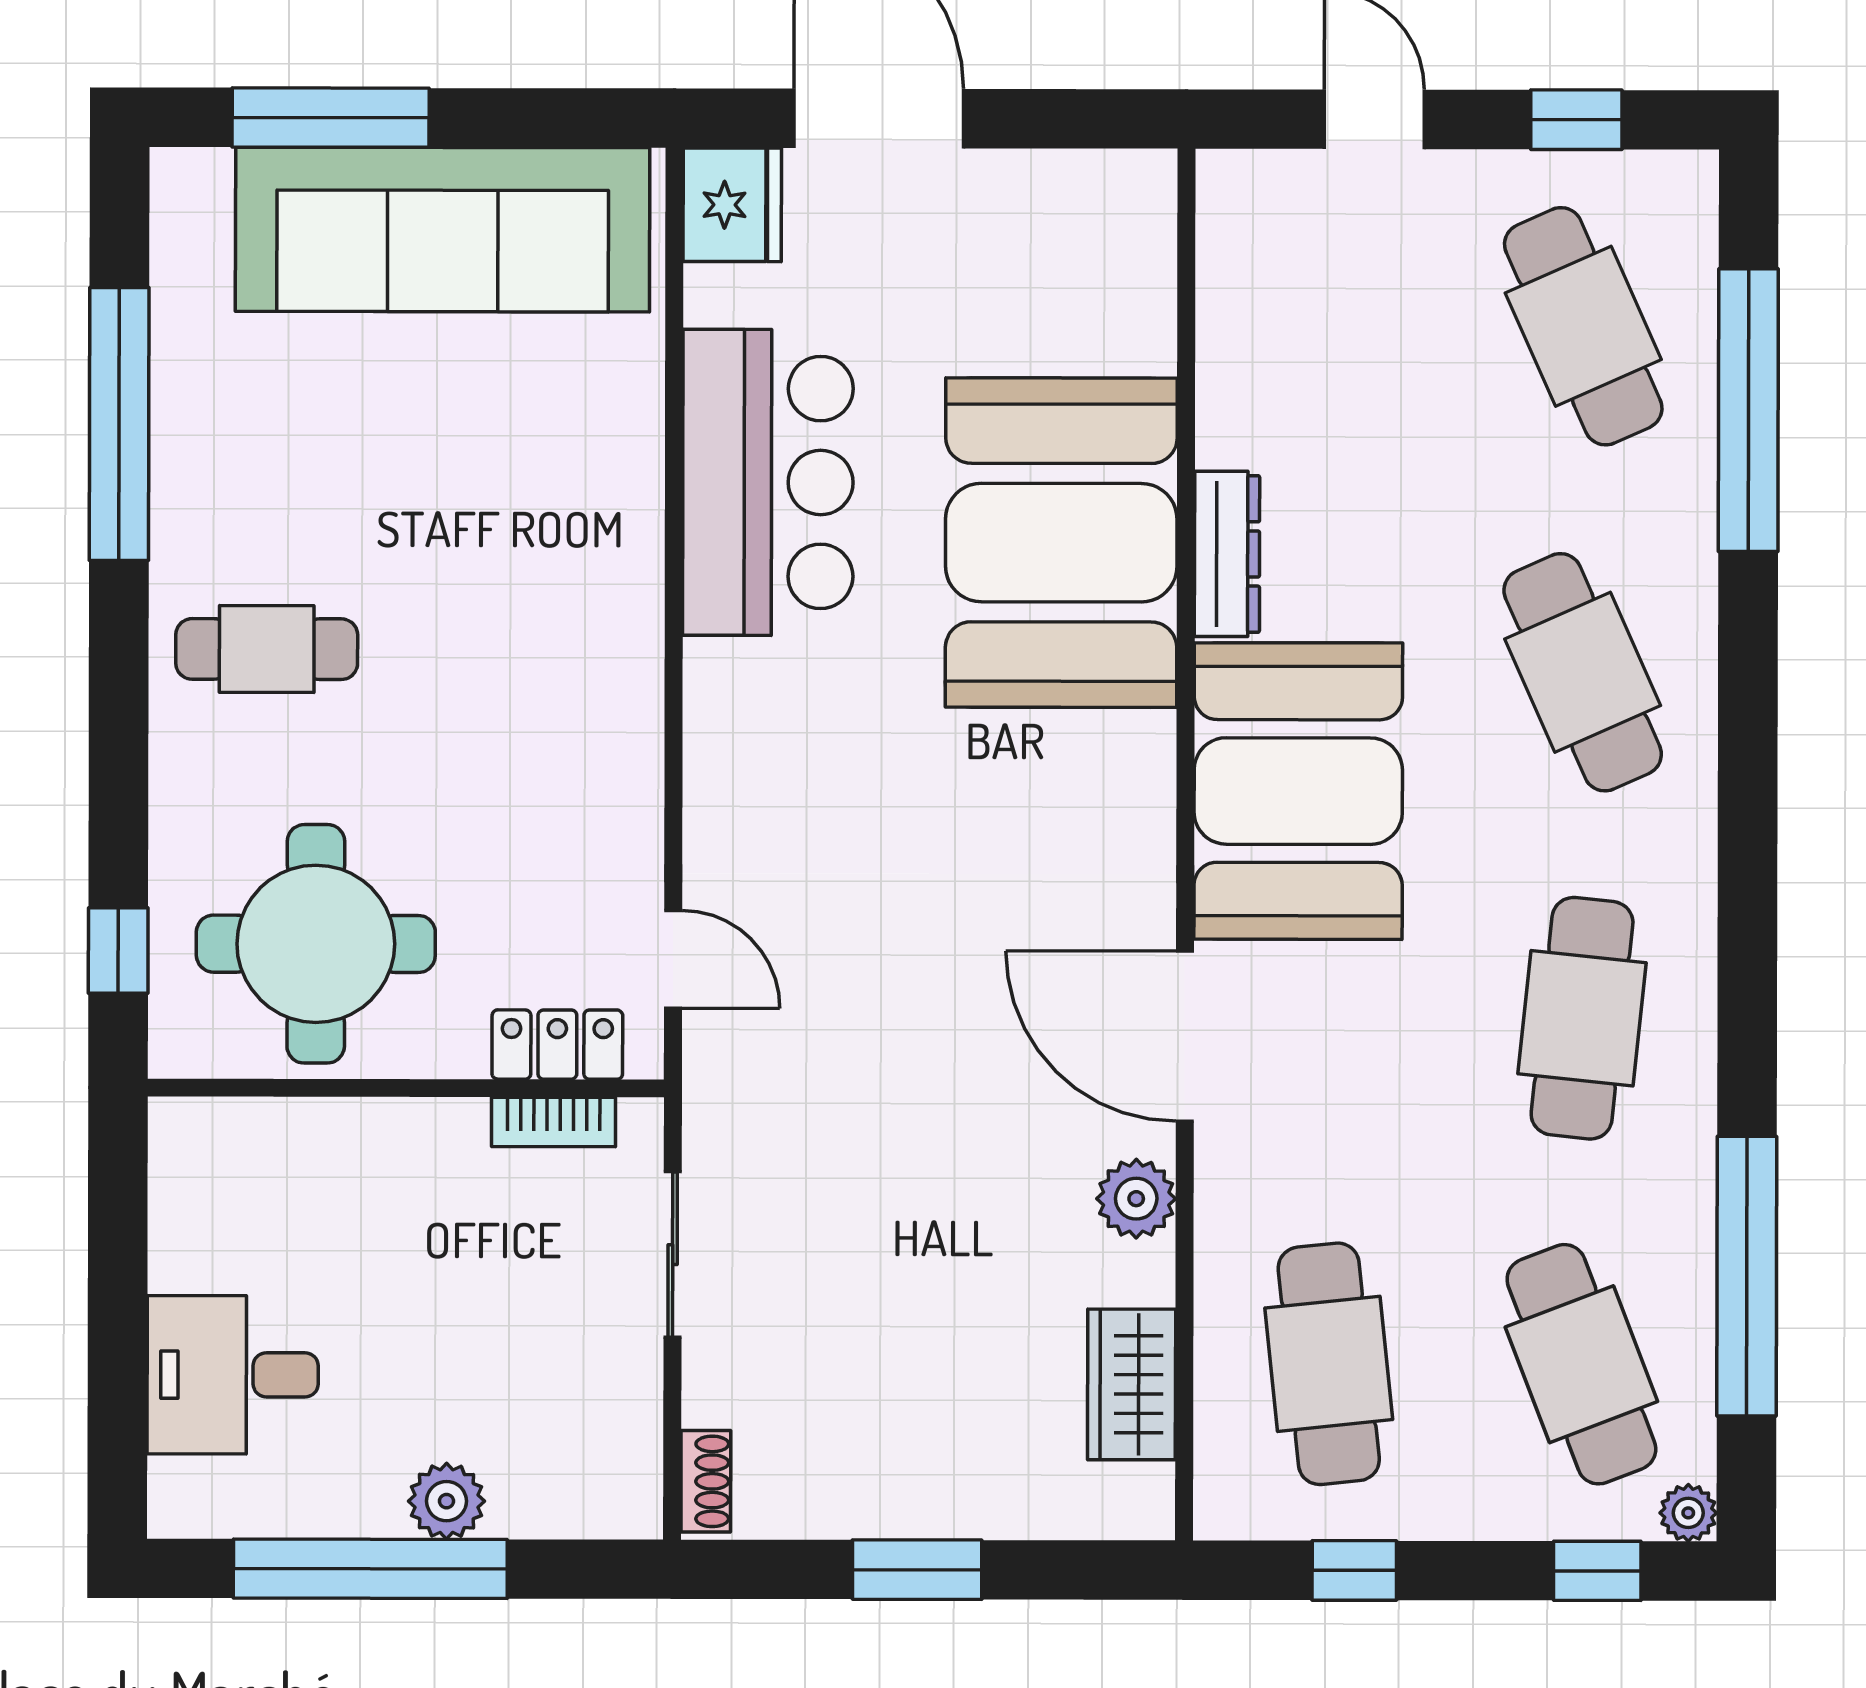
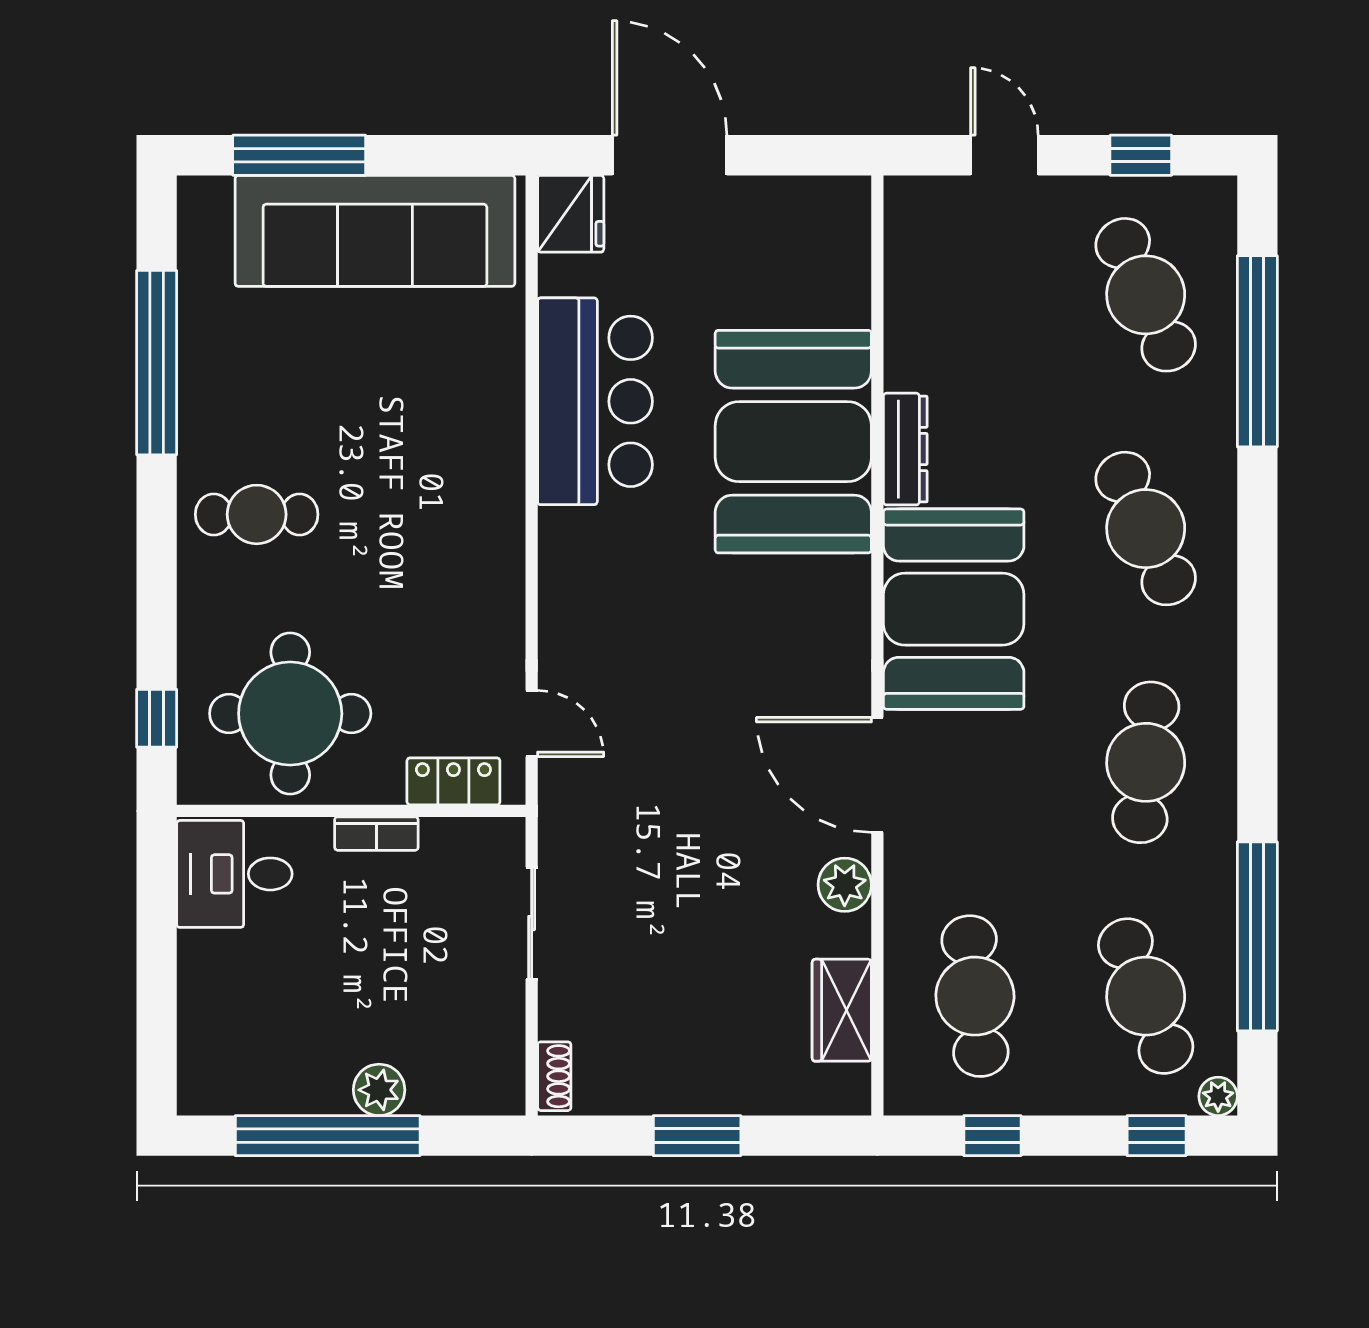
bookcase: (554, 1122) -> (376, 834), moved
desk: (233, 1375) -> (234, 874), moved

